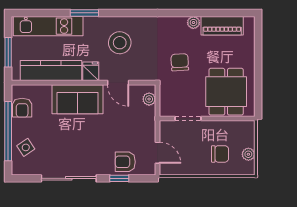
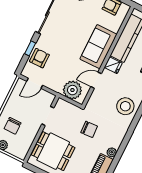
stool: (120, 43) -> (125, 106), moved
plant: (149, 99) -> (72, 90), width x1.88, depth x1.88

